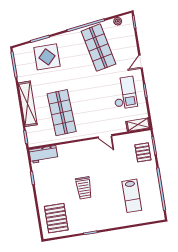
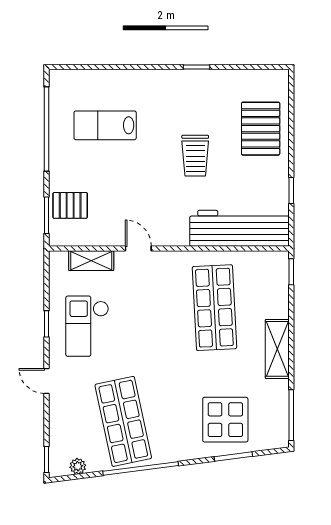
door: (141, 62) -> (46, 381), swing flipped
shelving: (28, 104) -> (277, 349), width x0.68
shelving: (138, 125) -> (91, 261), moved
pallet: (143, 152) -> (70, 205), turned 90
workbench: (43, 154) -> (239, 228), width x1.88, depth x1.32
trolley: (84, 188) -> (195, 156), turned 180
lab bench: (132, 196) -> (105, 125), turned -90
pallet: (56, 218) -> (261, 129), moved

